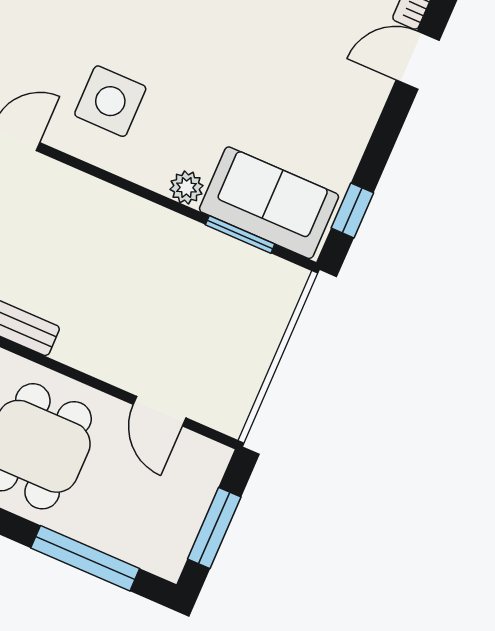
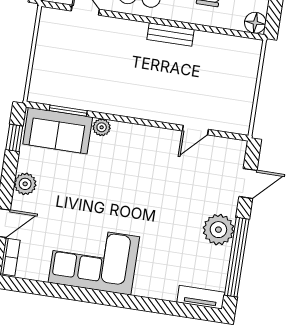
side table: (110, 101) -> (152, 161), removed
plant: (355, 120) -> (25, 184), added

